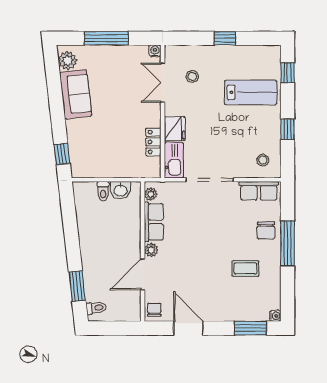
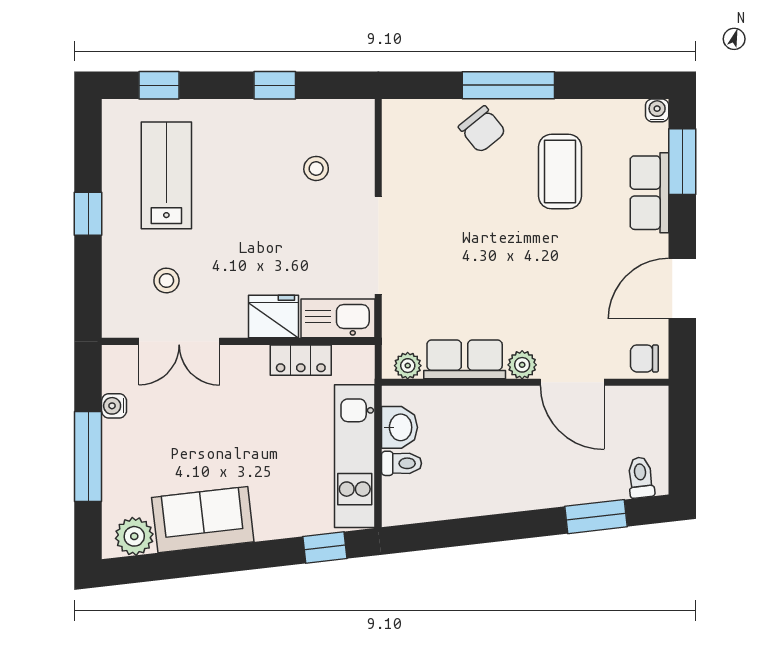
water cooler: (155, 51) -> (114, 406), moved
lab bench: (251, 92) -> (166, 175), moved
stool: (263, 160) -> (316, 168), moved
kitchen unit: (107, 168) -> (355, 456), added
row of seats: (259, 191) -> (649, 193), moved, turned 180
chair: (266, 230) -> (482, 129), turned 51
coffee table: (245, 268) -> (560, 172), width x1.36, depth x1.30

